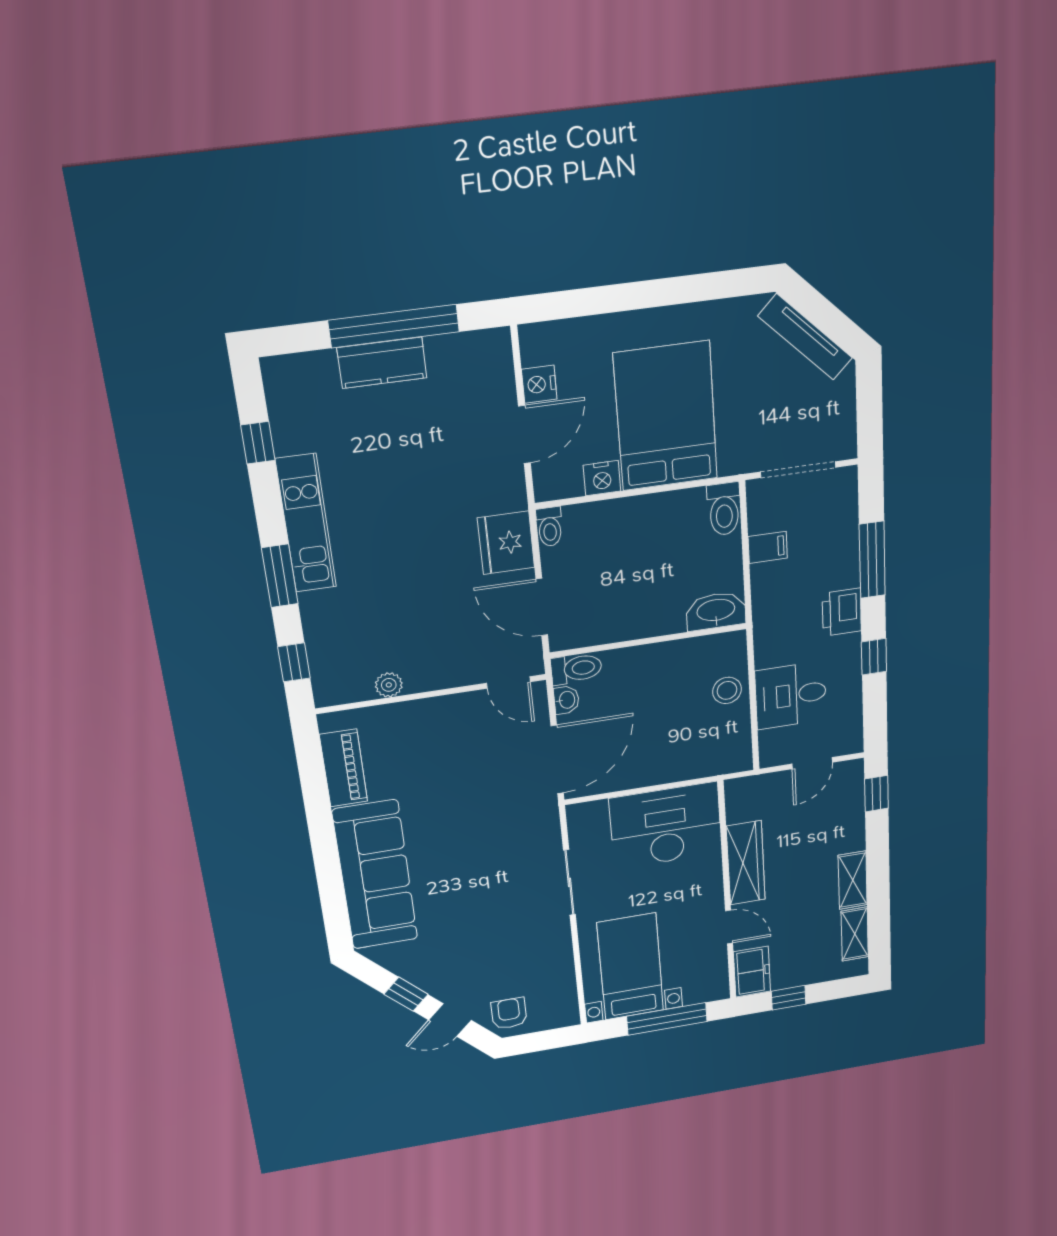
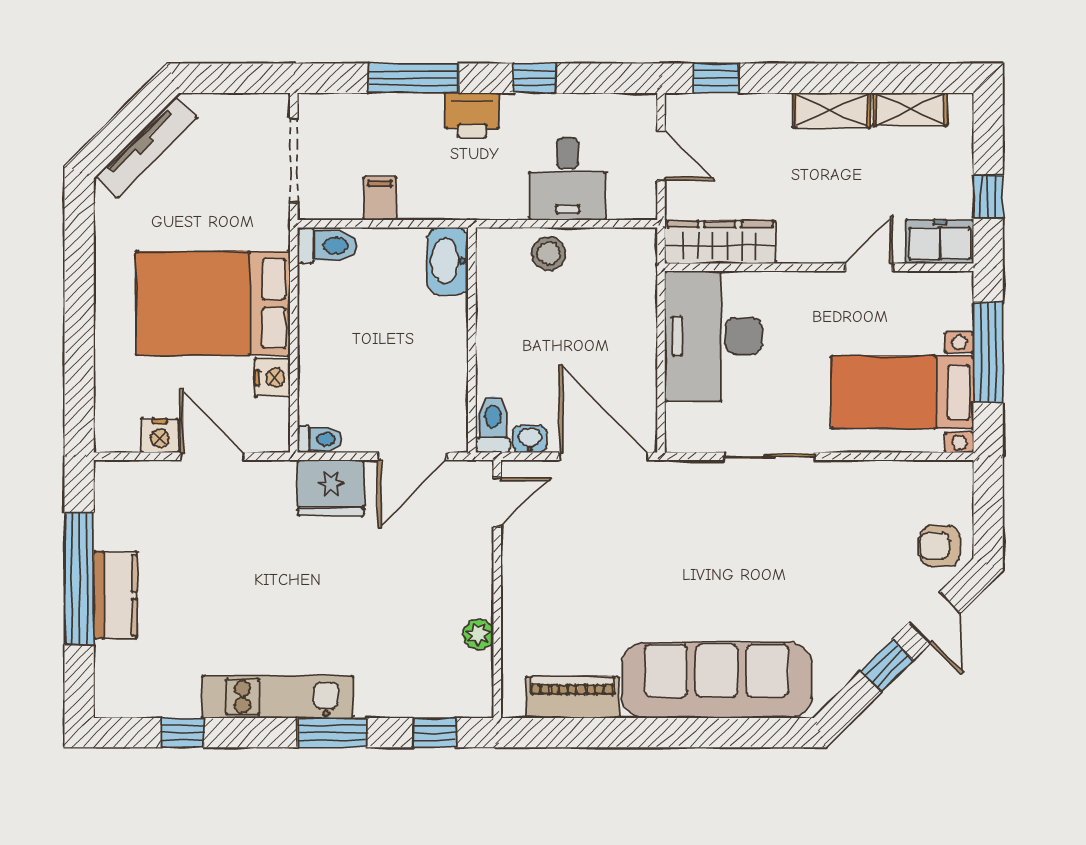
wardrobe: (746, 863) -> (720, 242), moved

